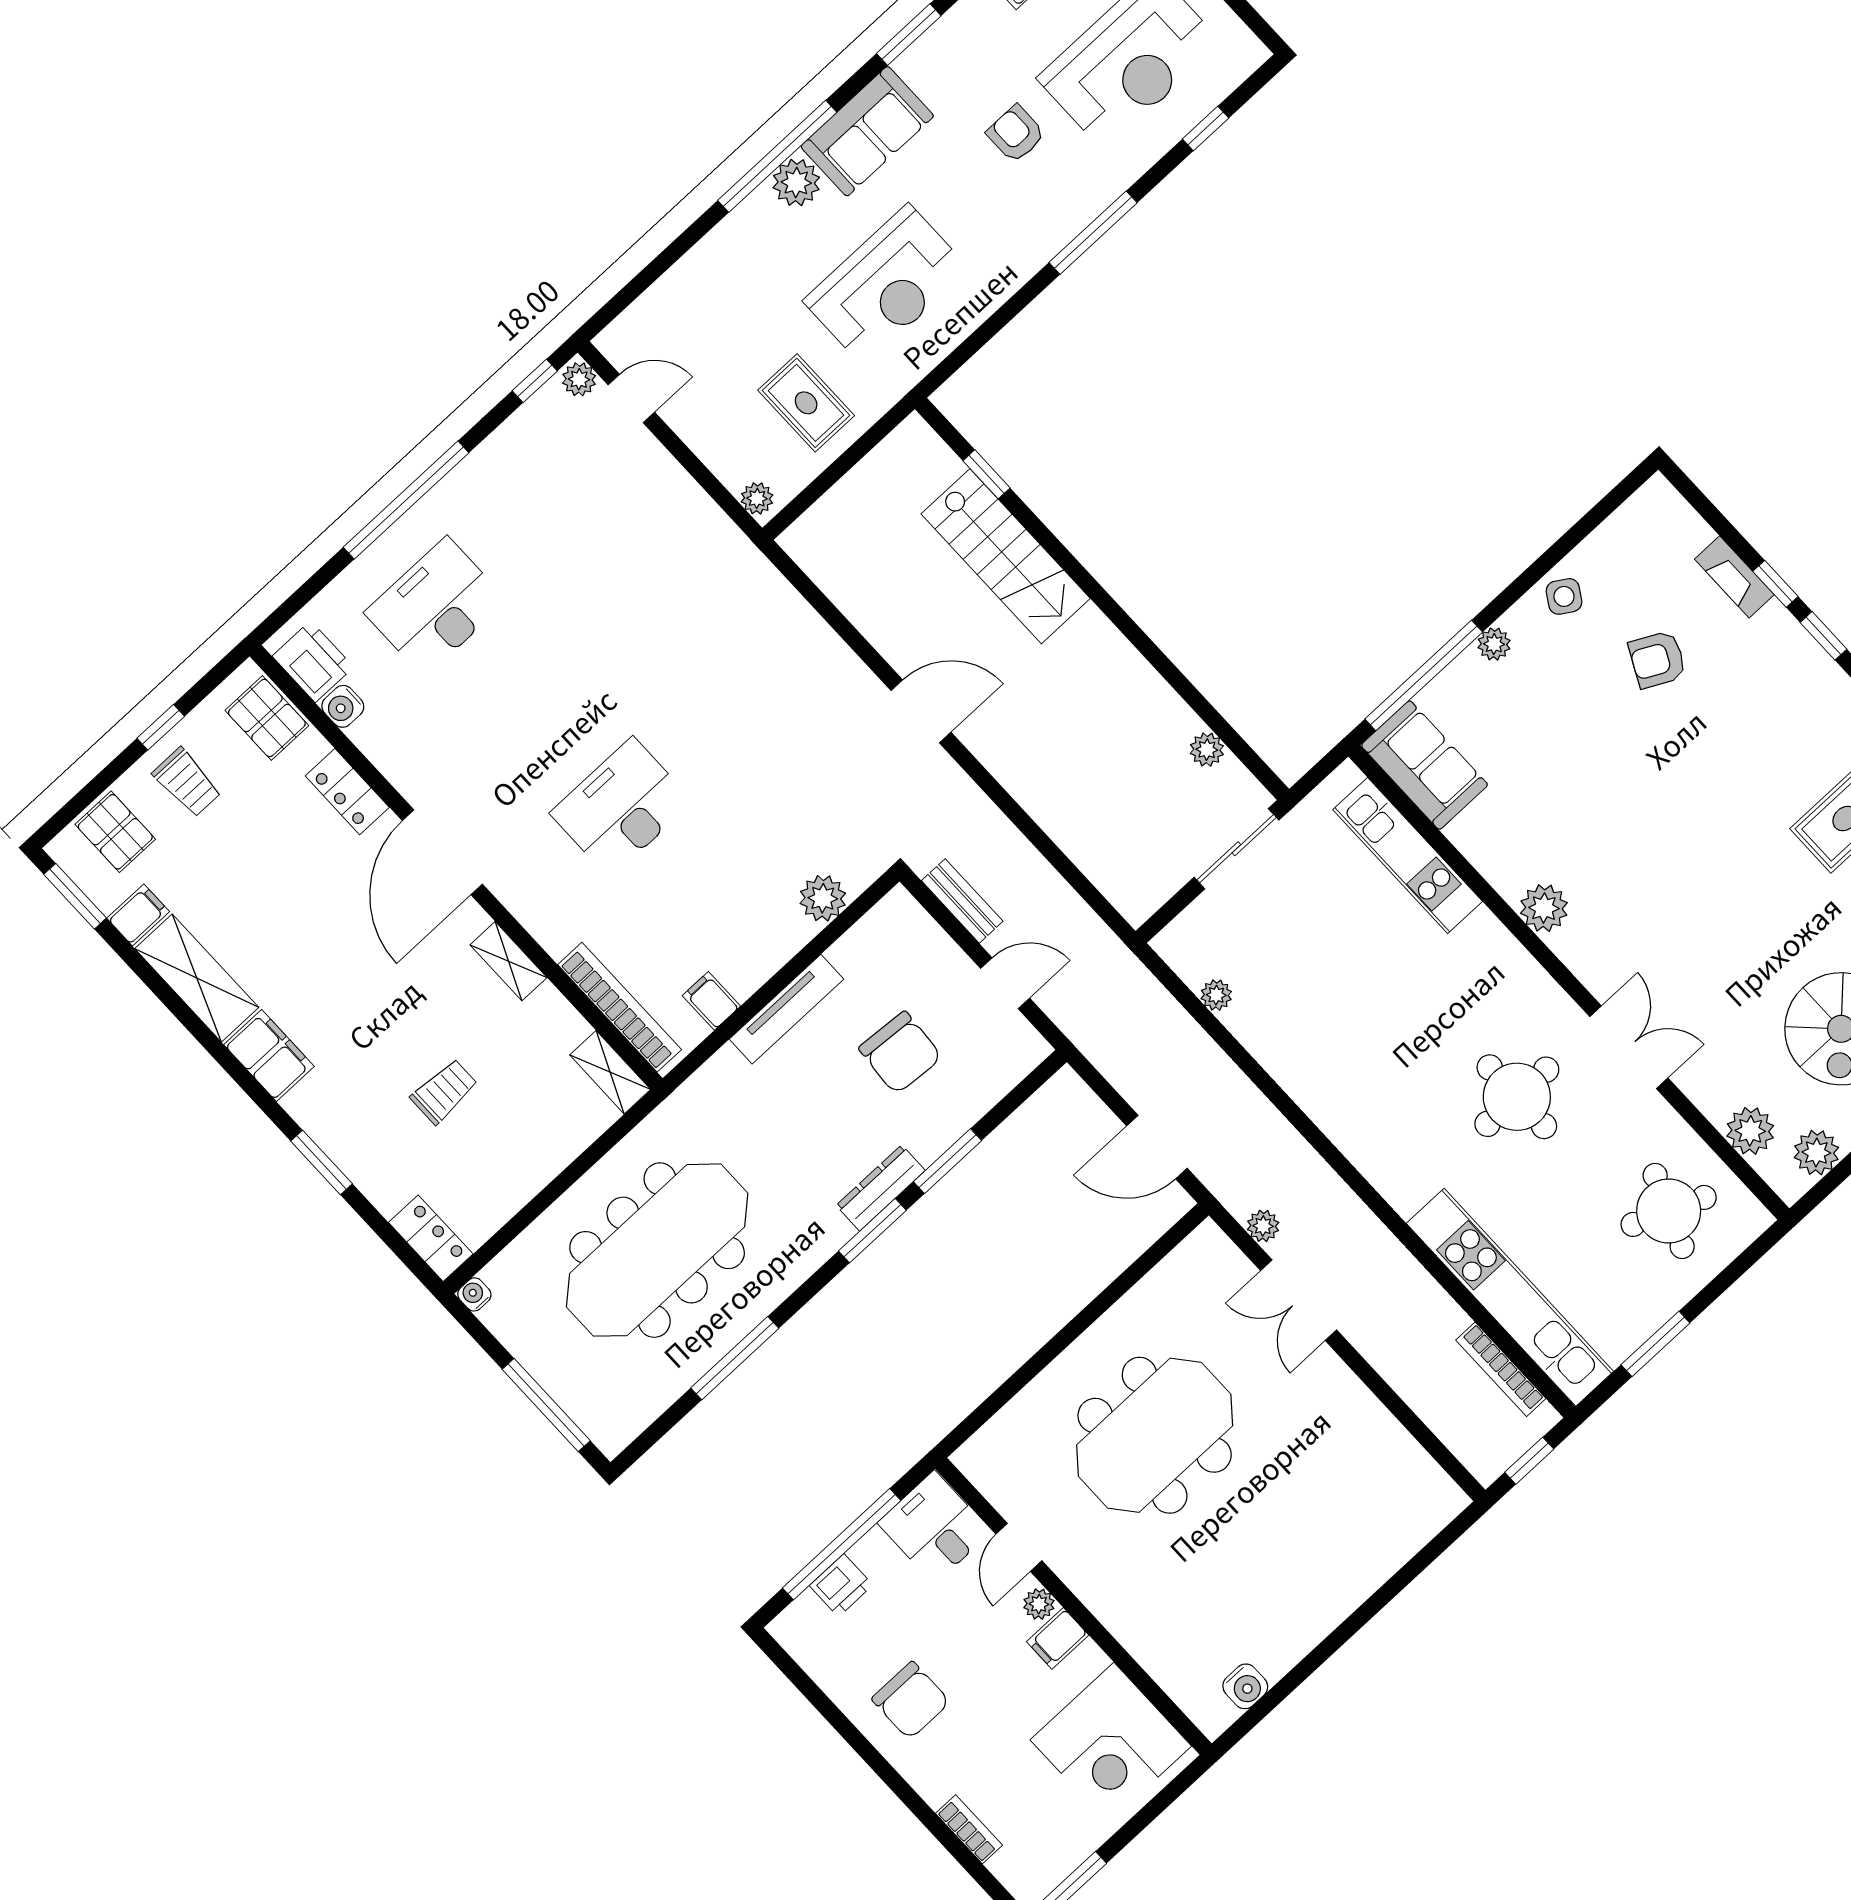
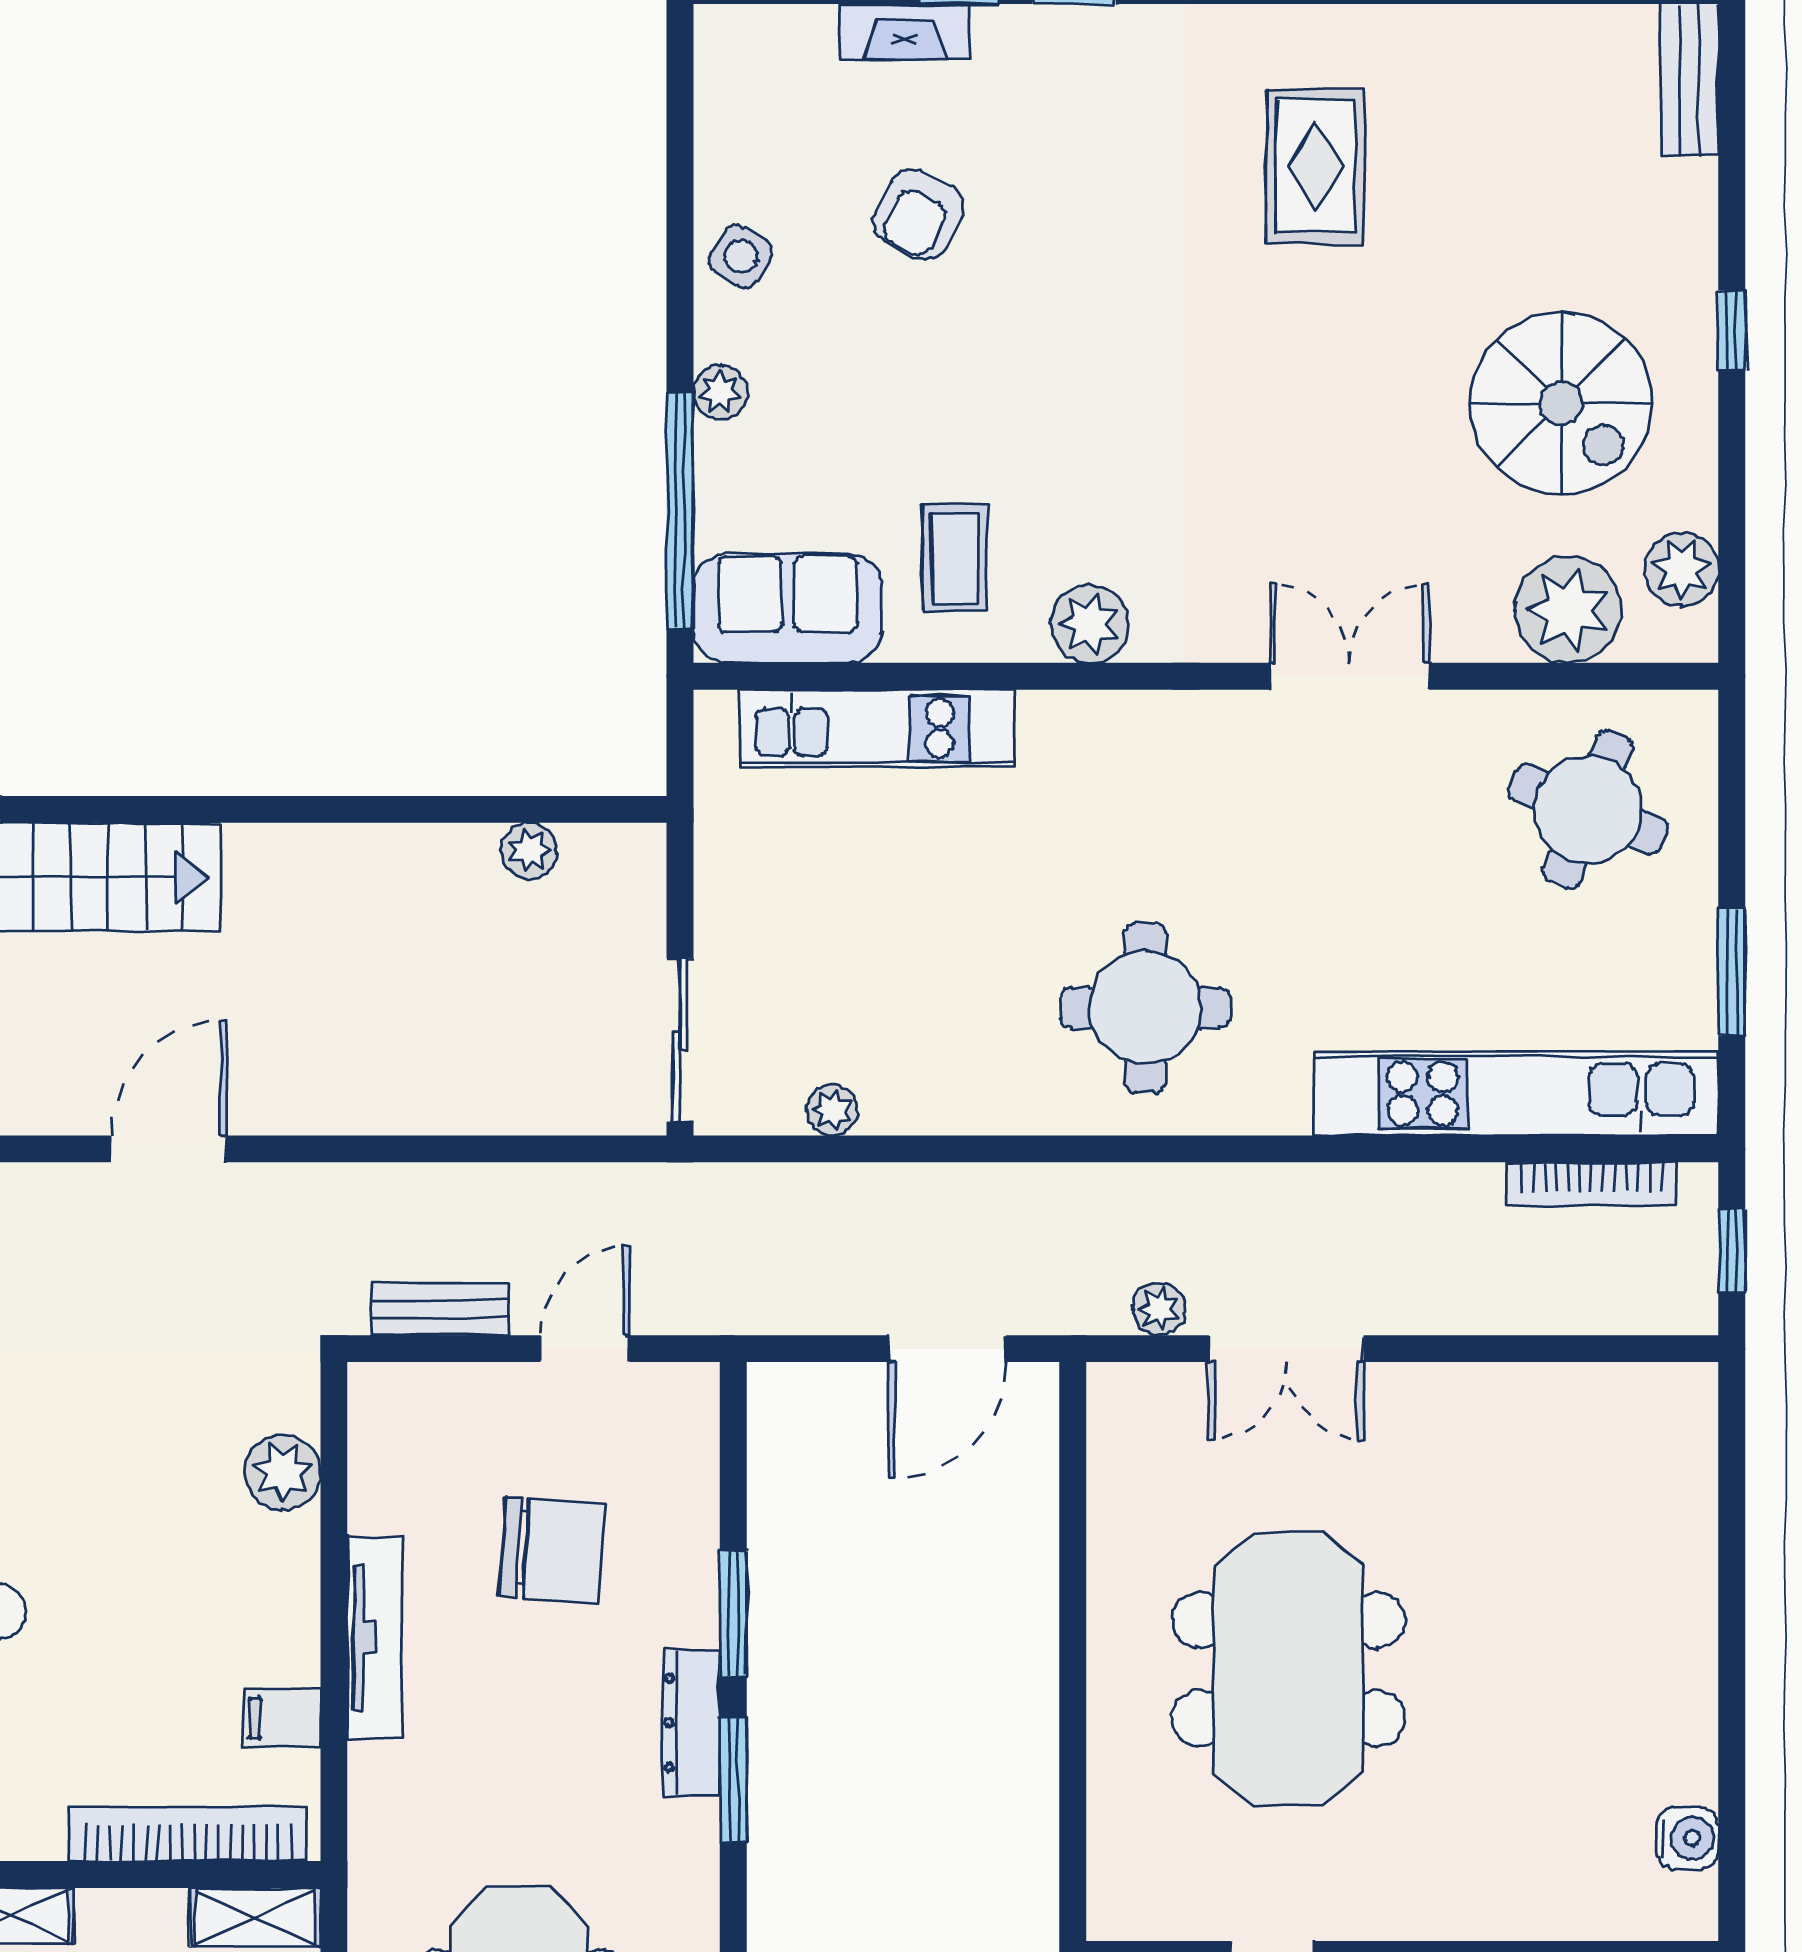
coffee table: (1517, 819) -> (955, 558), added
sliding door: (1237, 849) -> (680, 1040), moved
round table: (1517, 1097) -> (1145, 1008), moved
plant: (1750, 1131) -> (1568, 610), width x1.36, depth x1.36

